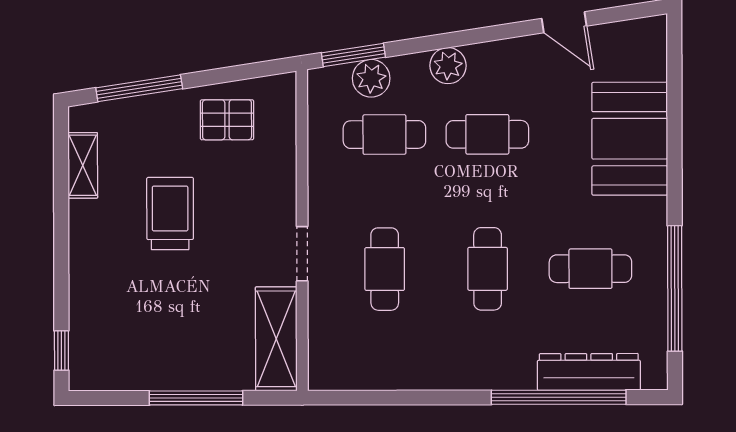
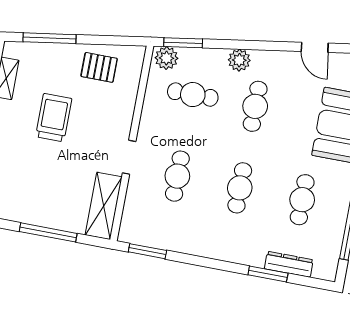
plant: (371, 78) -> (166, 58), moved
cafe table: (487, 134) -> (255, 106), turned 90
cafe table: (590, 269) -> (302, 200), turned 90
dresser: (589, 372) -> (289, 264), width x0.73, depth x0.80
window: (559, 397) -> (268, 274), width x0.47
window: (360, 398) -> (147, 251), added

